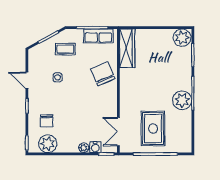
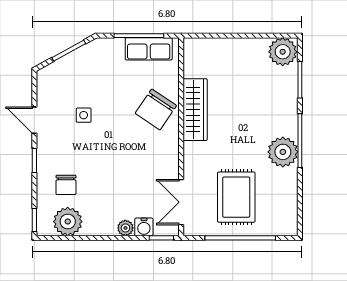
wardrobe: (127, 48) -> (195, 110), moved
coffee table: (65, 49) -> (96, 70), removed
chair: (103, 74) -> (156, 109), turned -123

